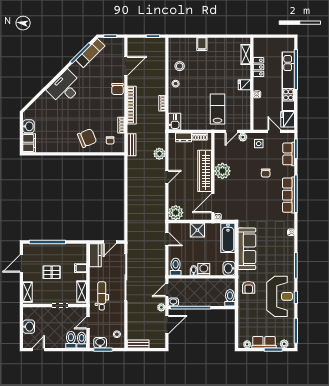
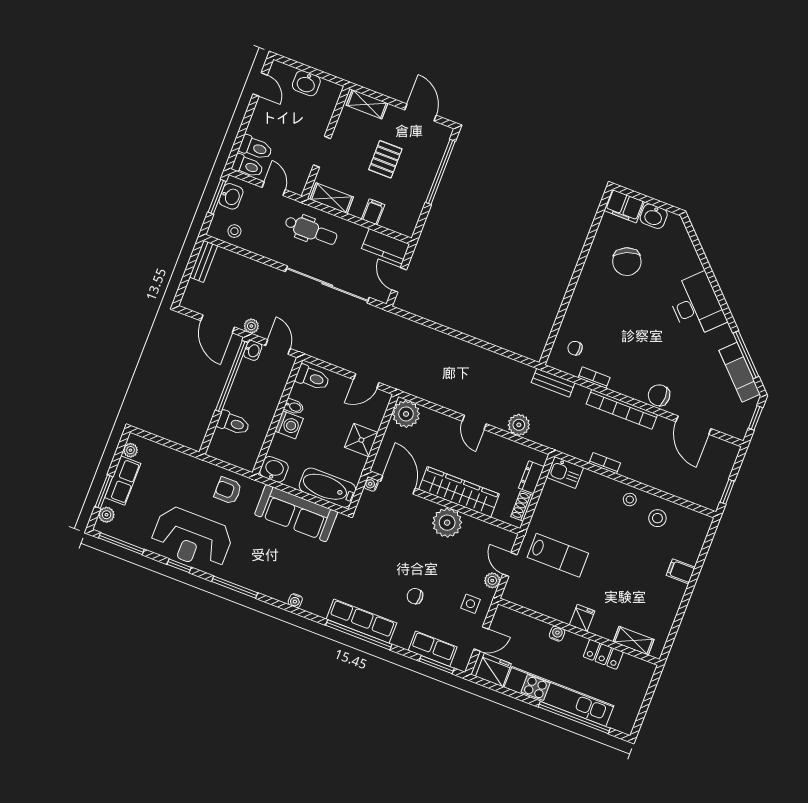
chair: (87, 138) -> (627, 262), moved
toilet: (230, 298) -> (233, 423), moved

